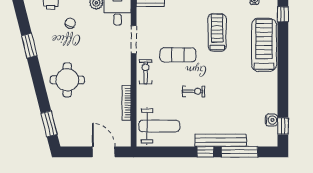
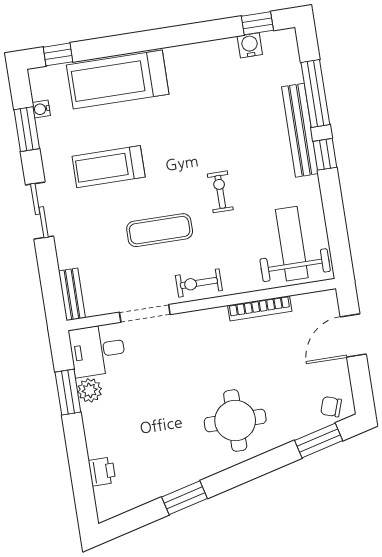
chair: (70, 23) -> (331, 407), moved
exercise mat: (178, 55) -> (160, 230), turned 90

